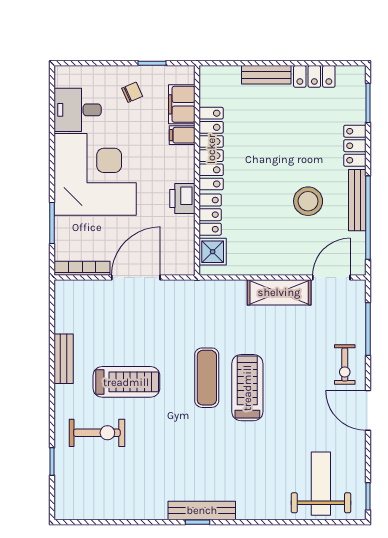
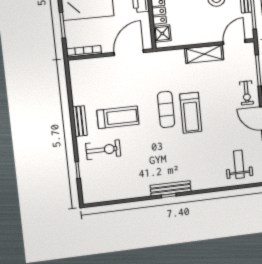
door: (136, 278) -> (129, 53), moved
bench: (64, 359) -> (80, 121), moved
treadmill: (247, 388) -> (191, 113), turned 180
weight bench: (321, 484) -> (239, 164), width x0.73, depth x0.75

